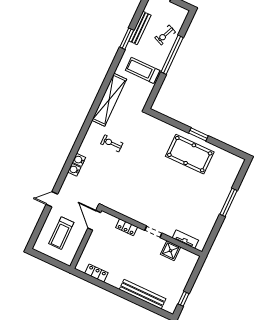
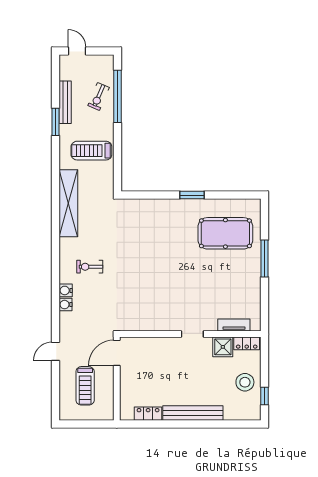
window: (172, 55) -> (117, 96), moved
exercise bike: (112, 143) -> (90, 267), moved
pool table: (190, 154) -> (225, 233), moved
door: (94, 220) -> (117, 353), hinge flipped
locker: (127, 227) -> (247, 343), moved
stool: (174, 283) -> (245, 382), added
bench: (143, 294) -> (193, 413), moved

